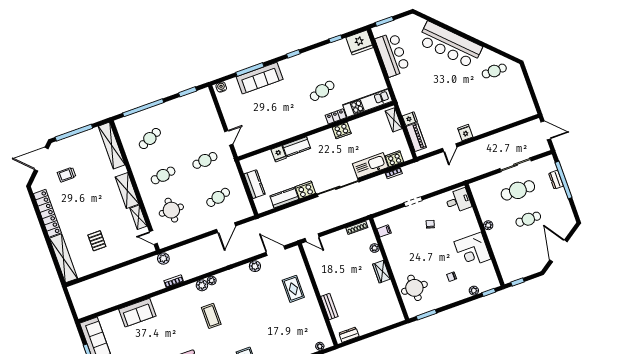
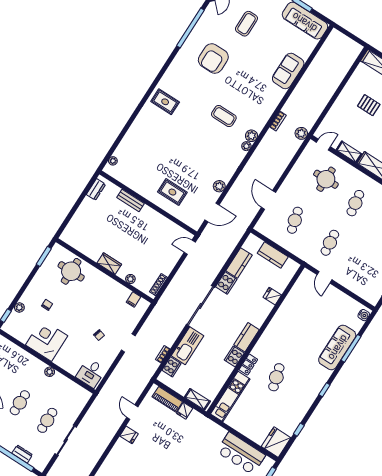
kitchen counter: (297, 147) -> (246, 337), moved
cafe table: (518, 190) -> (47, 420), width x0.73, depth x0.74

